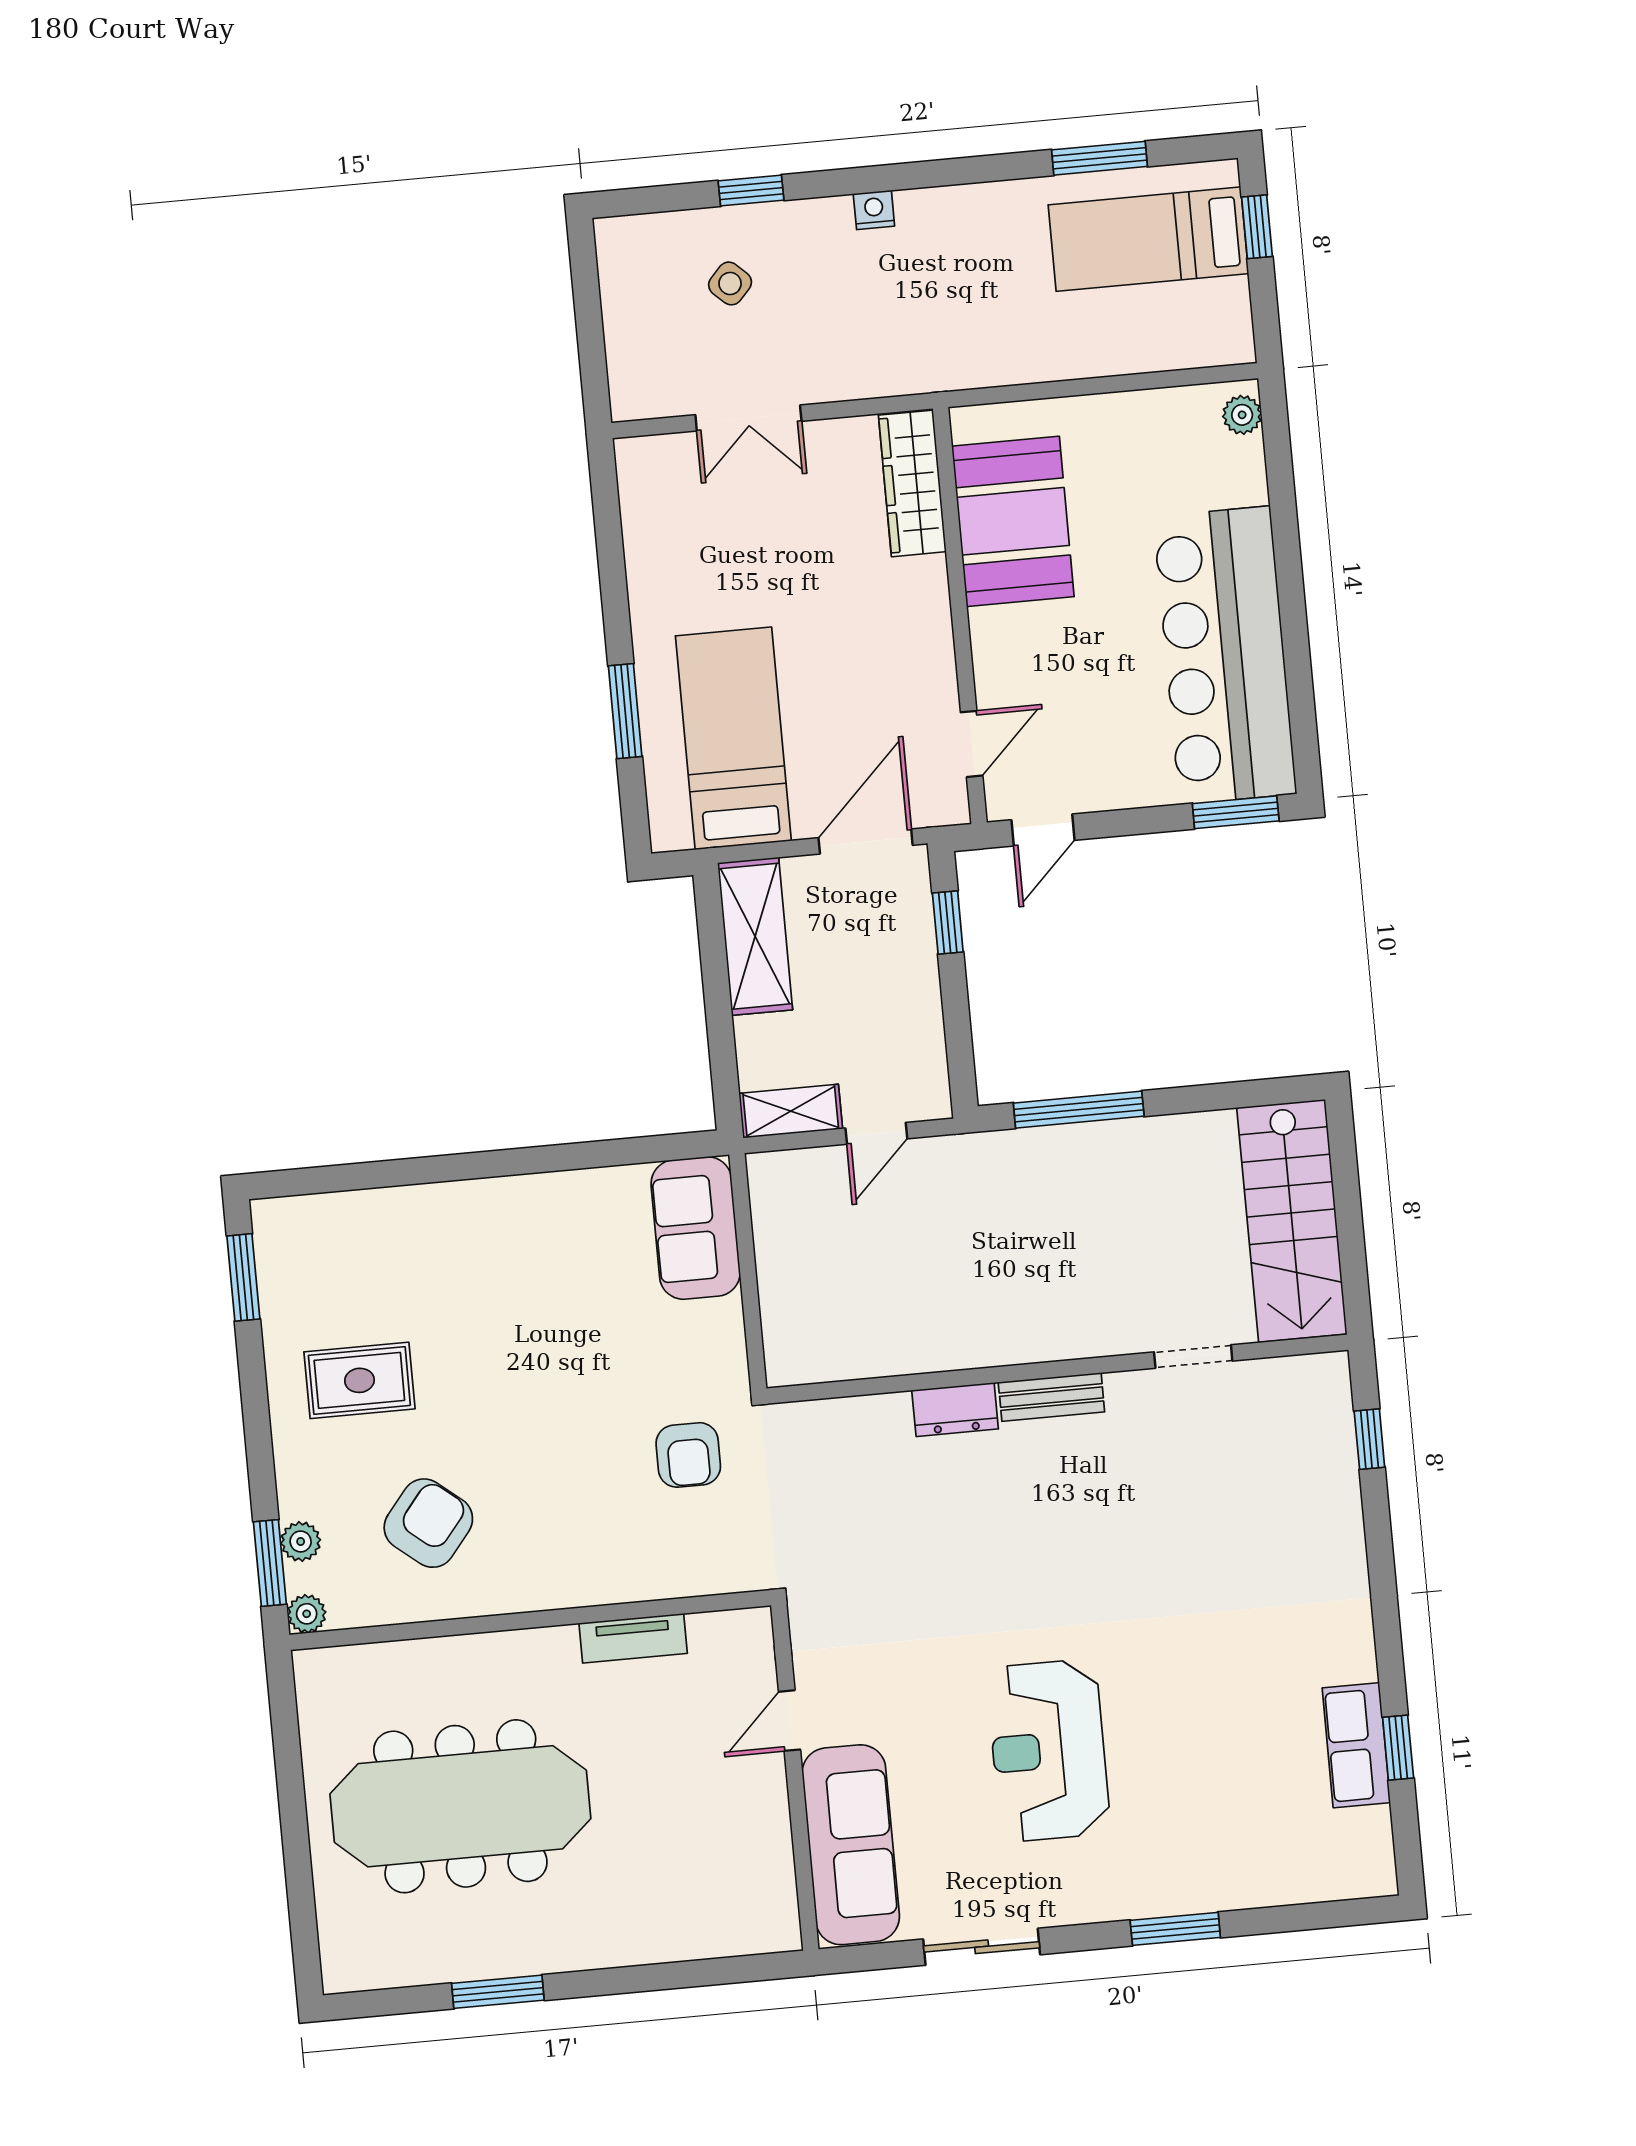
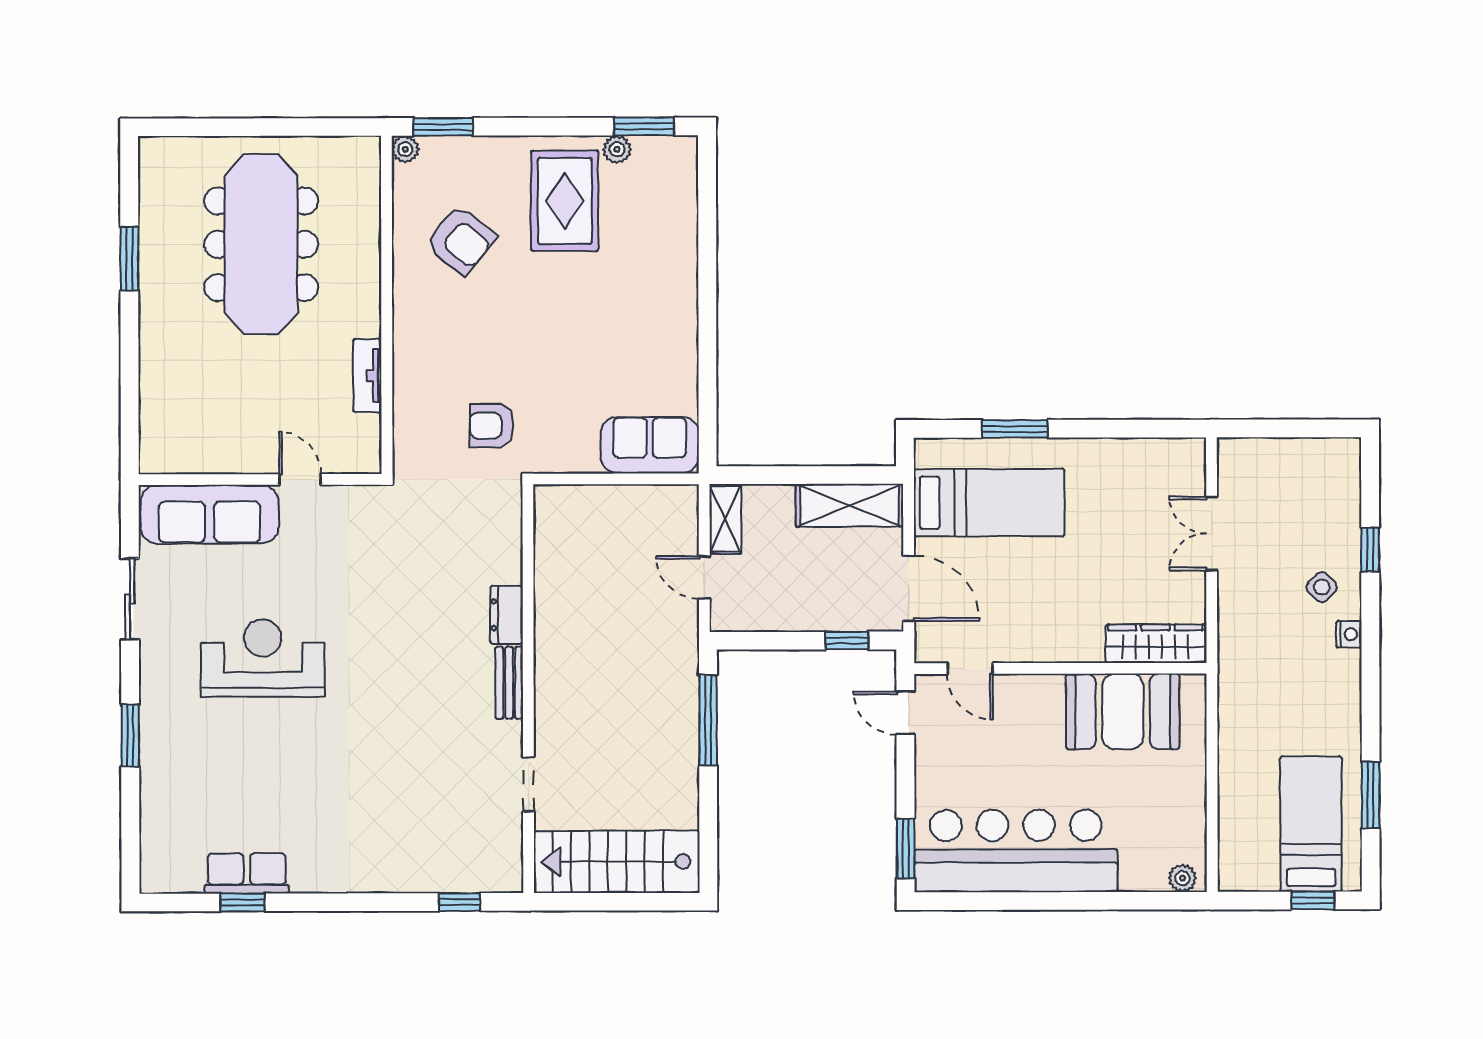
side table: (730, 283) -> (1322, 587), moved
rug: (359, 1380) -> (565, 201), width x1.36, depth x1.43
plant: (301, 1542) -> (617, 149), moved

